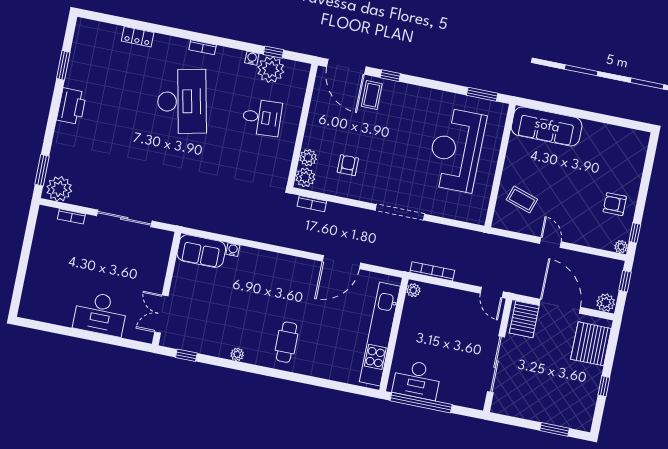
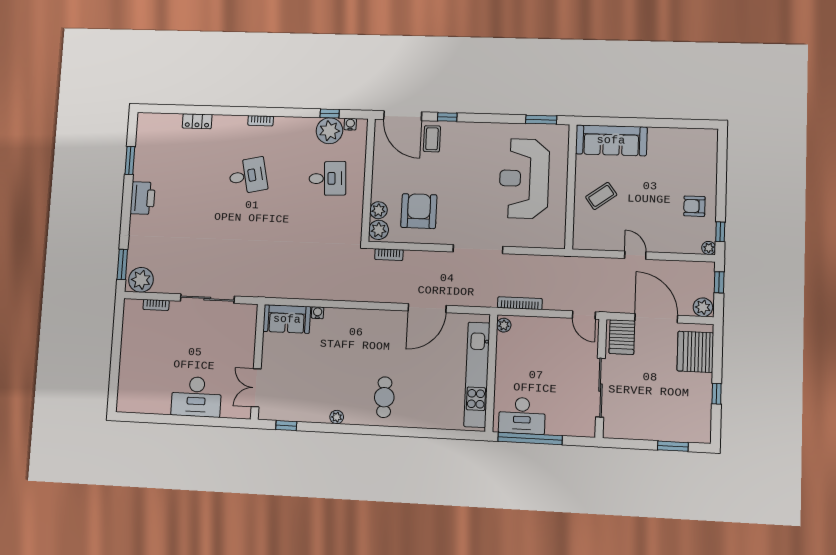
water cooler: (252, 58) -> (350, 124), moved
desk: (182, 101) -> (248, 176), width x0.53, depth x0.77
armchair: (348, 165) -> (419, 211), width x1.88, depth x1.88
coffee table: (522, 200) -> (601, 196), moved, turned -54

